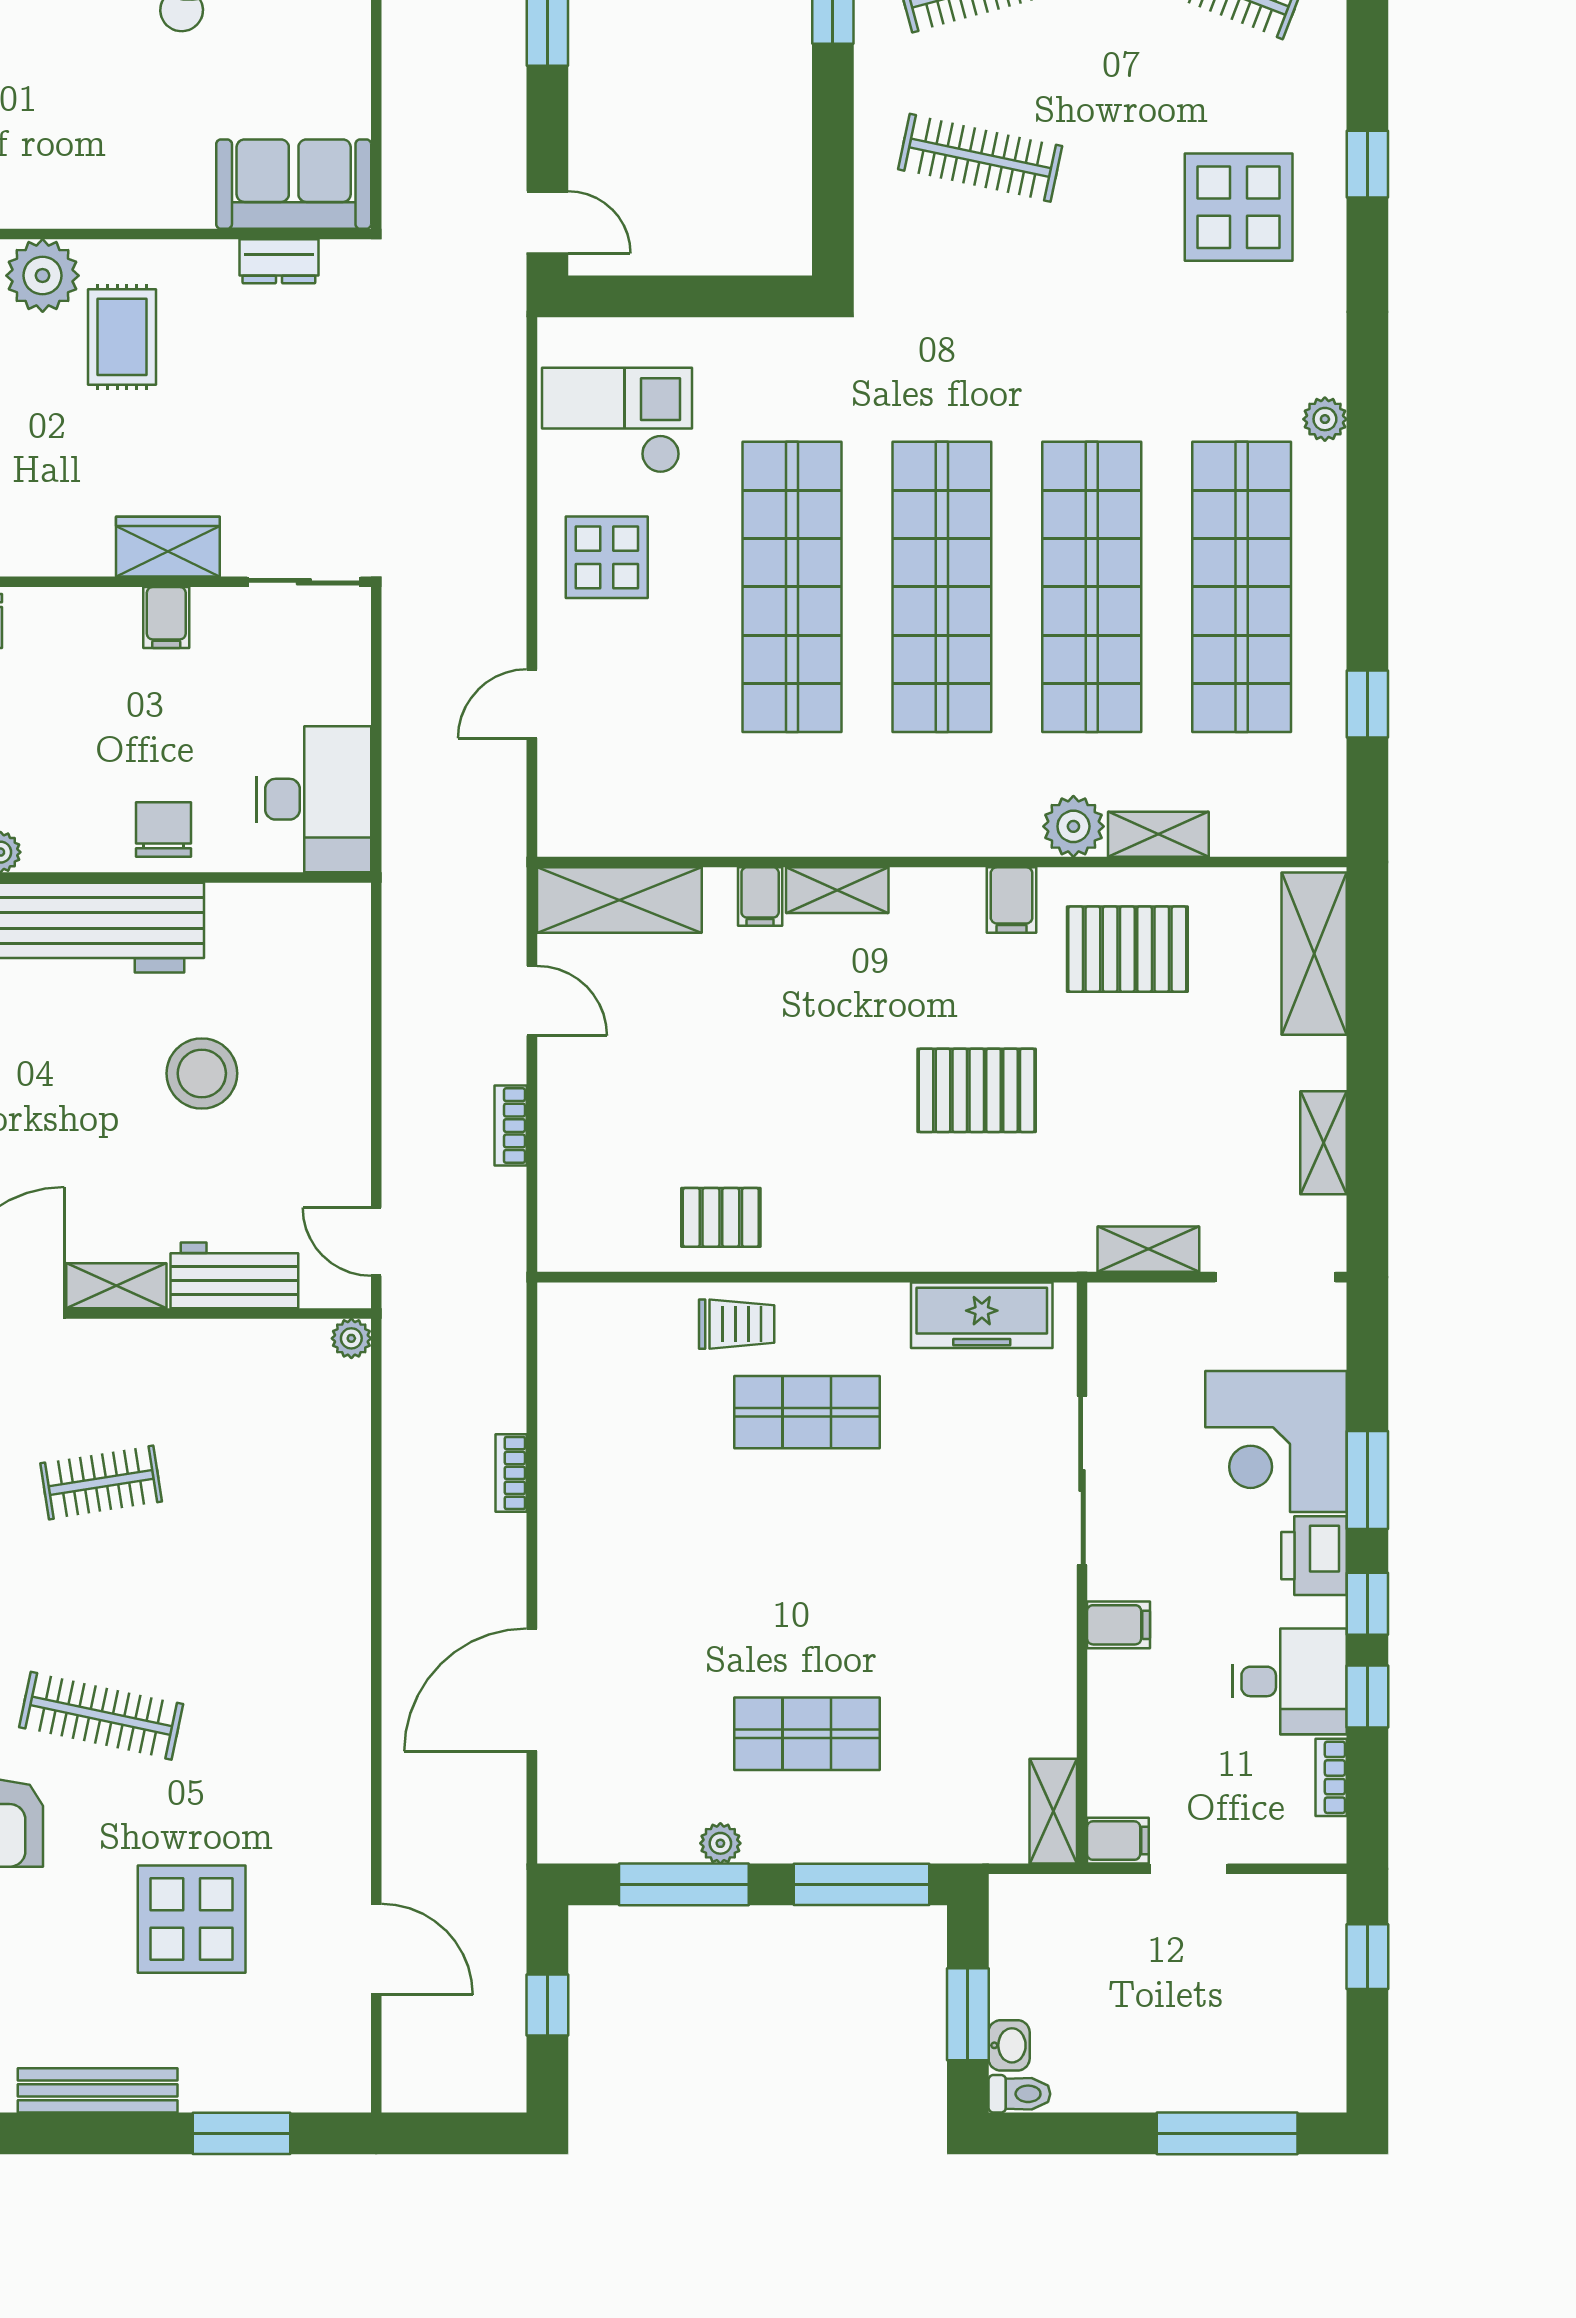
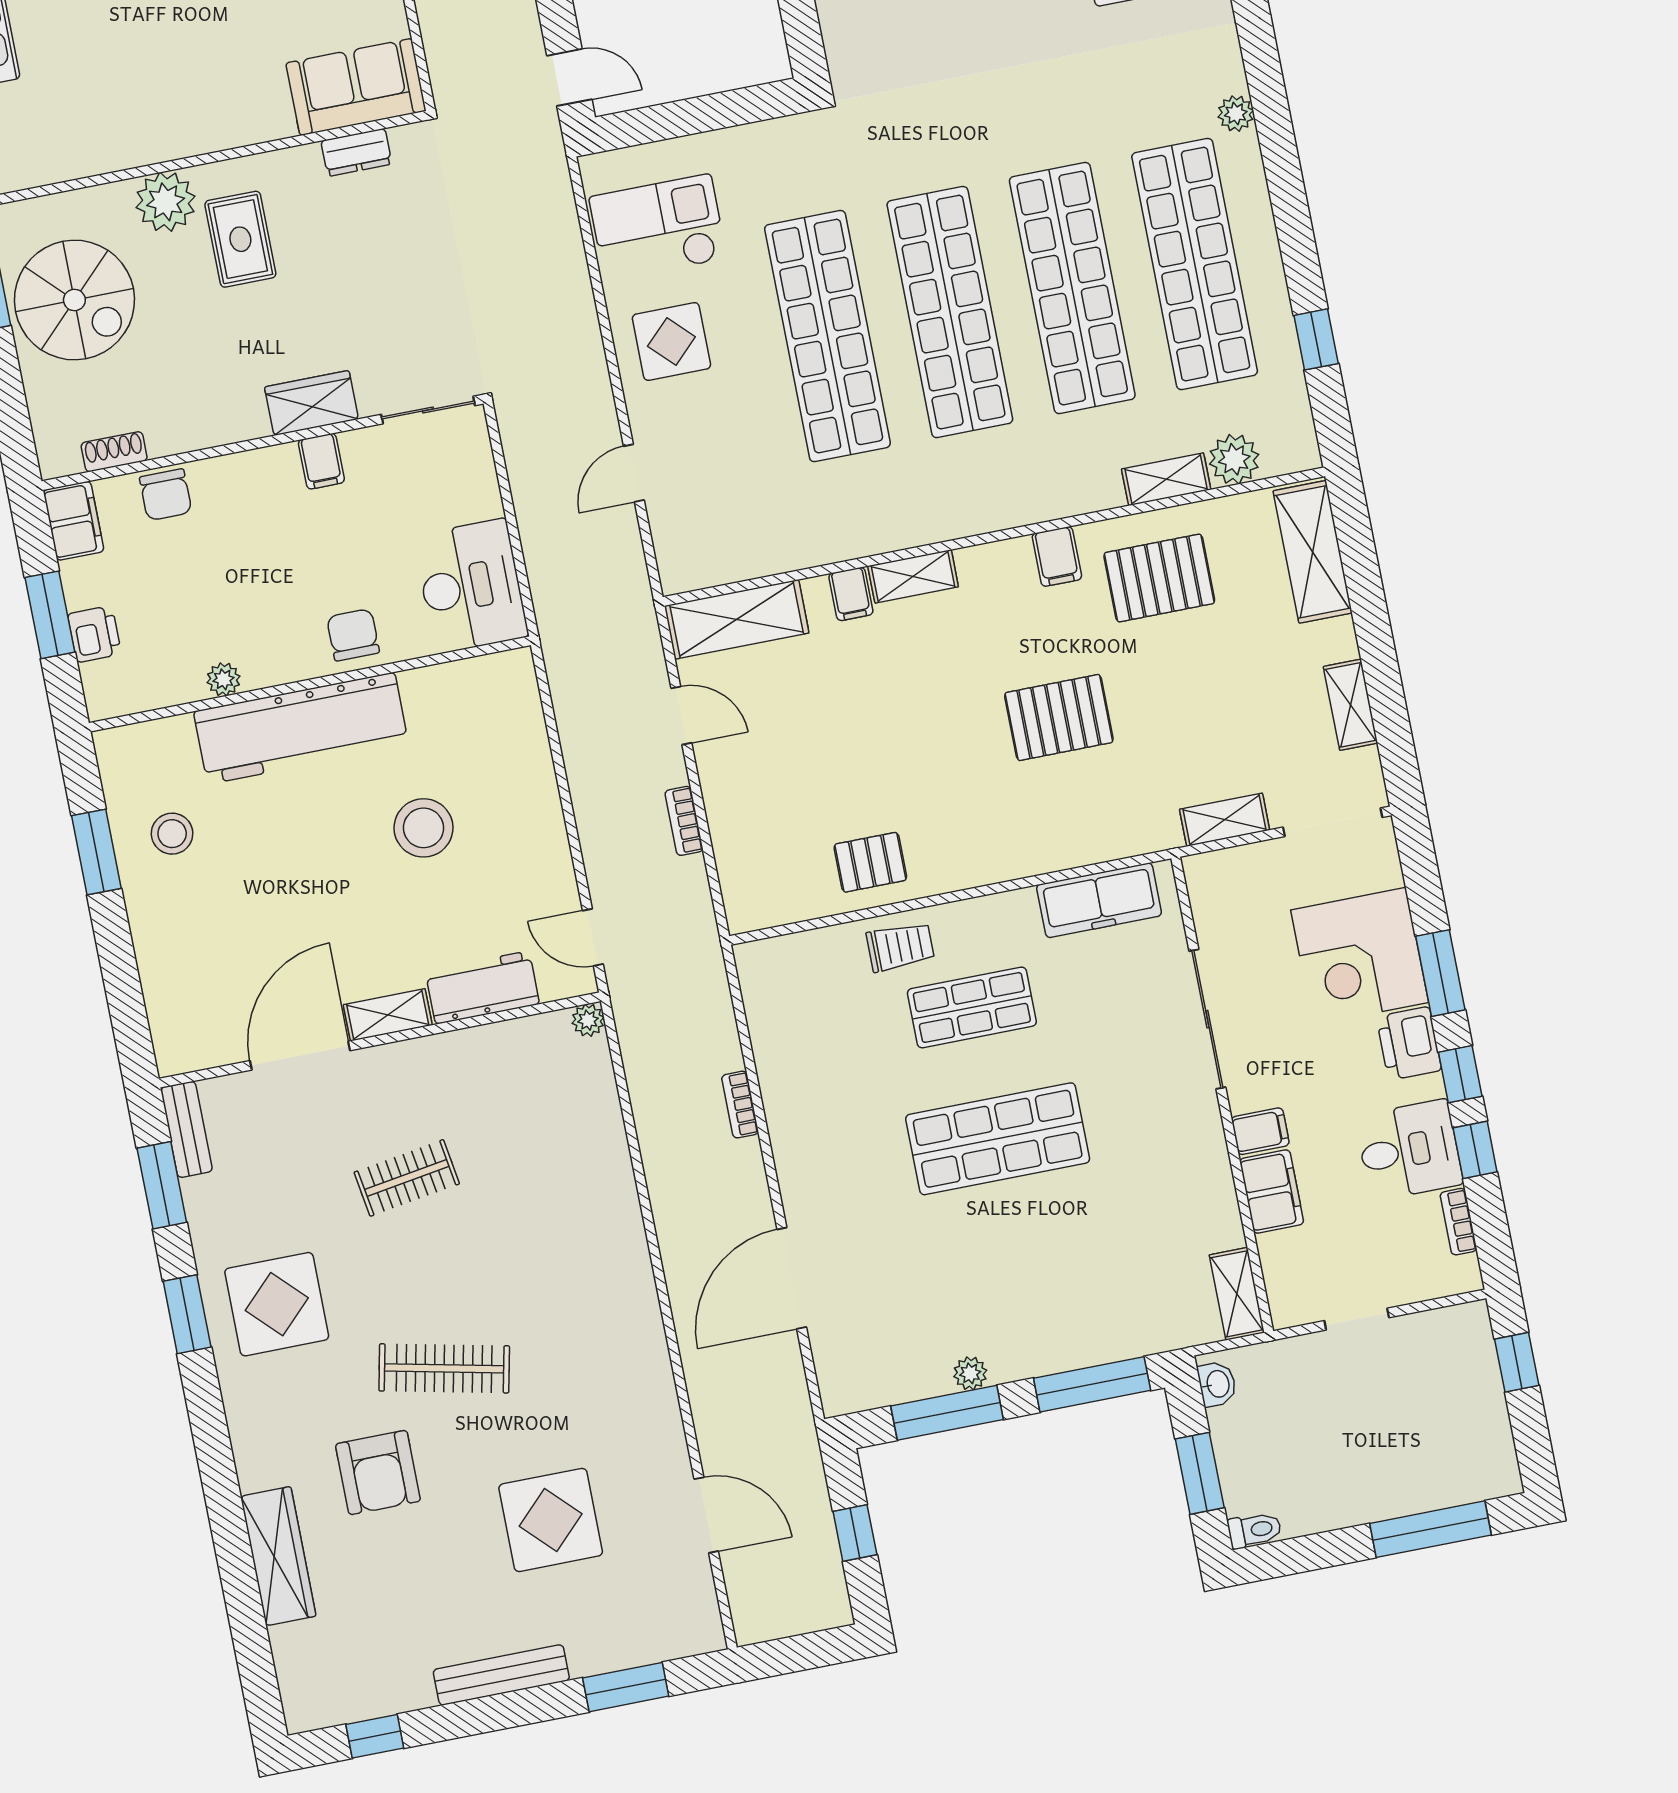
plant: (1073, 826) -> (1234, 459), moved
shop shelf: (807, 1734) -> (998, 1139), moved, width x1.43, depth x1.36
filing cabinet: (1118, 1841) -> (1272, 1191), moved, width x2.00
washbasin: (1009, 2045) -> (1217, 1384), moved

